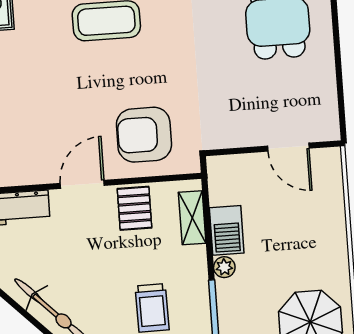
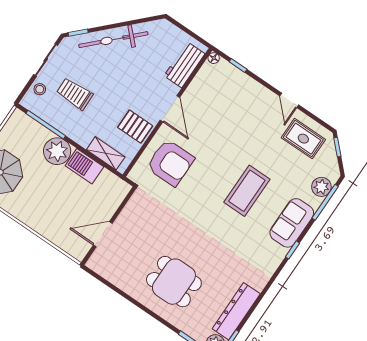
armchair: (144, 135) -> (170, 163), turned 90
plant: (224, 267) -> (57, 151), width x1.87, depth x1.87

